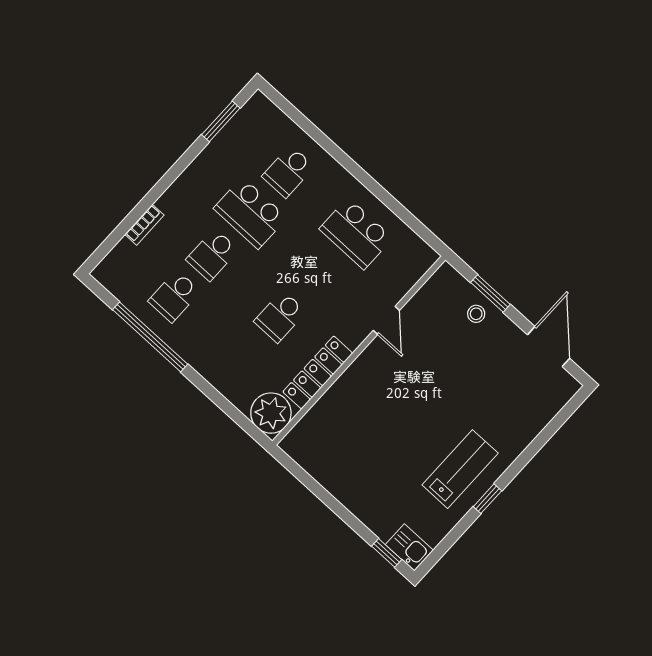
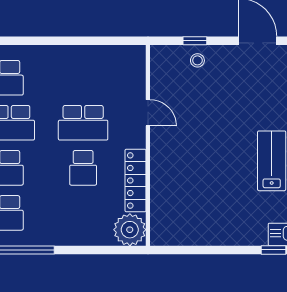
school desk: (356, 233) -> (83, 123), moved
window: (490, 293) -> (195, 41), width x0.67

